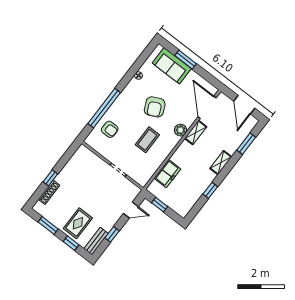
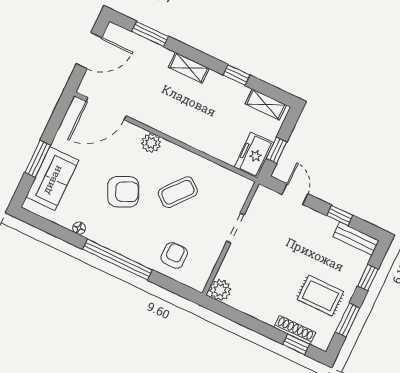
window: (104, 108) -> (117, 259), moved
shelving: (196, 133) -> (266, 104), moved
coffee table: (147, 140) -> (178, 192), turned -50
plant: (83, 152) -> (220, 290), added
freezer: (167, 174) -> (254, 155), moved, turned -90
window: (50, 178) -> (296, 344), moved
rug: (78, 223) -> (320, 296), moved

